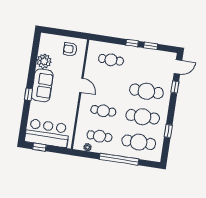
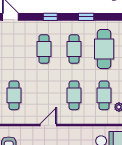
window: (175, 87) -> (50, 17), moved
cafe table: (146, 91) -> (44, 49), width x0.73, depth x0.74
cafe table: (143, 117) -> (74, 49), width x0.73, depth x0.74

